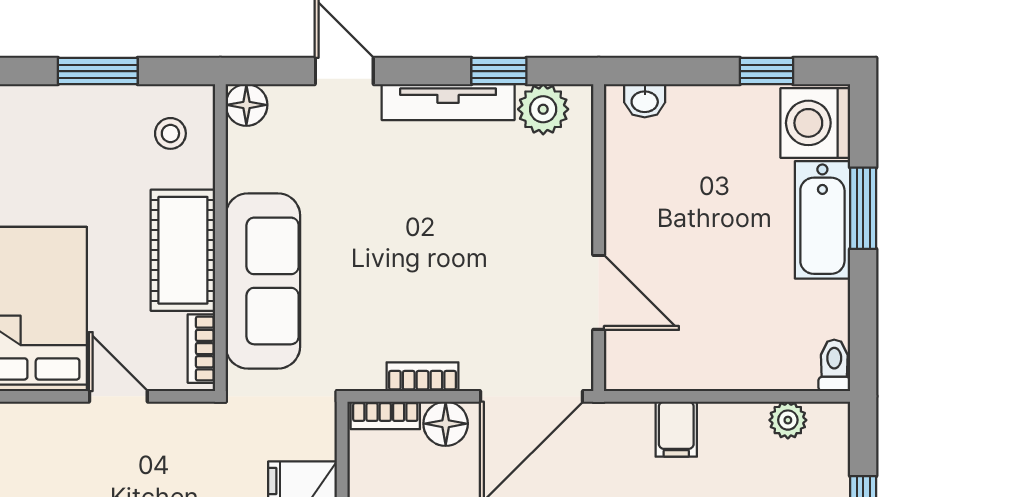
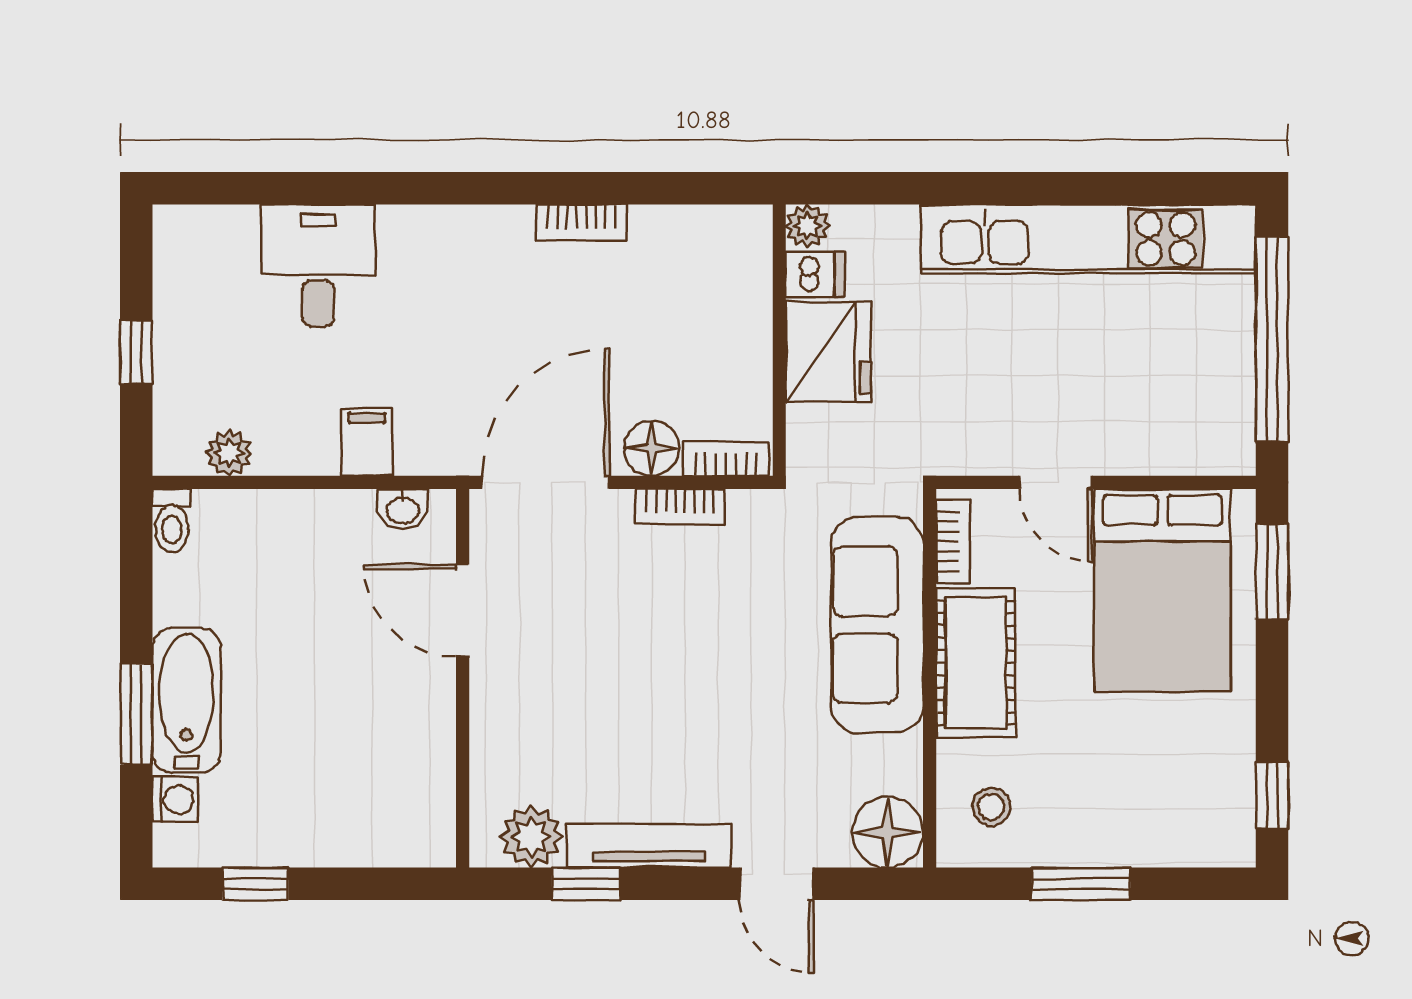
washbasin: (645, 101) -> (403, 509), moved, turned 180
floor lamp: (246, 105) -> (888, 832), width x1.38, depth x1.38
washing machine: (815, 123) -> (175, 800), width x0.53, depth x0.53

